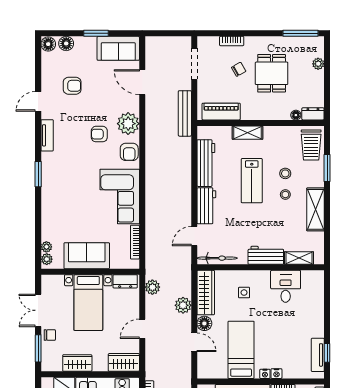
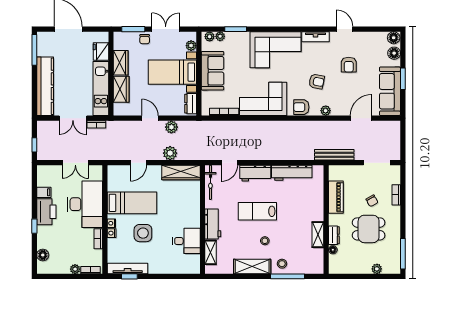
sofa: (118, 48) -> (390, 91), width x1.36
armchair: (72, 86) -> (349, 65), moved
piano: (221, 112) -> (336, 197), moved
dresser: (313, 114) -> (334, 235), moved
plant: (128, 124) -> (326, 111), width x0.53, depth x0.53
shelving: (247, 133) -> (318, 235), moved
armchair: (99, 134) -> (317, 81), turned 101
trolley: (311, 145) -> (307, 263), removed
window: (327, 168) -> (288, 276), width x1.44
stool: (285, 173) -> (282, 264), moved
window: (38, 174) -> (236, 29), moved
lab bench: (252, 181) -> (257, 211), moved
corner sofa: (62, 182) -> (276, 50), added
door: (194, 236) -> (229, 163), swing flipped
plant: (57, 281) -> (191, 46), added
plant: (152, 287) -> (171, 127), moved
side table: (244, 293) -> (143, 233), moved, width x1.87, depth x1.87
floor lamp: (204, 323) -> (155, 171), removed
tv unit: (318, 355) -> (128, 269), width x1.41
wardrobe: (124, 362) -> (121, 89), moved

